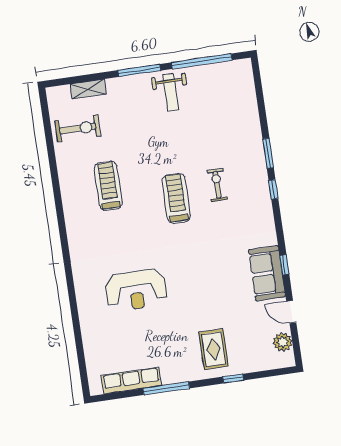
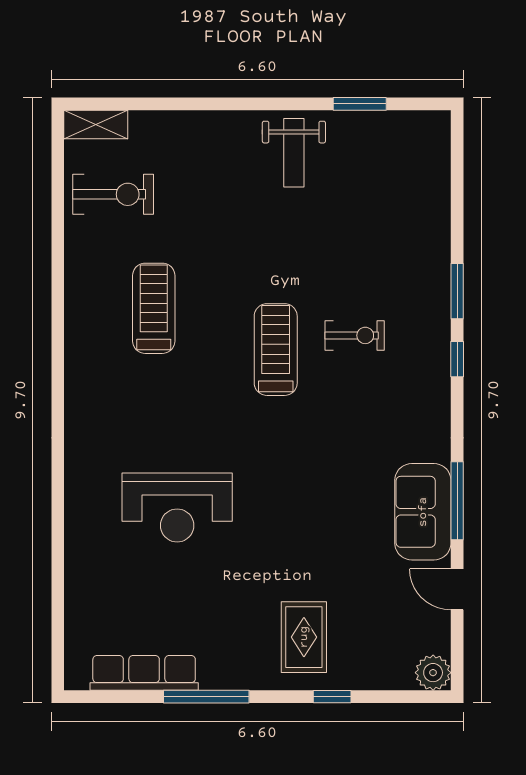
window: (202, 61) -> (360, 104), width x0.47
window: (139, 70) -> (242, 104), removed
shelving: (88, 89) -> (96, 125), moved
exercise bike: (217, 185) -> (355, 335), turned 90
window: (284, 265) -> (457, 501), width x2.17
plant: (283, 342) -> (433, 673), moved

